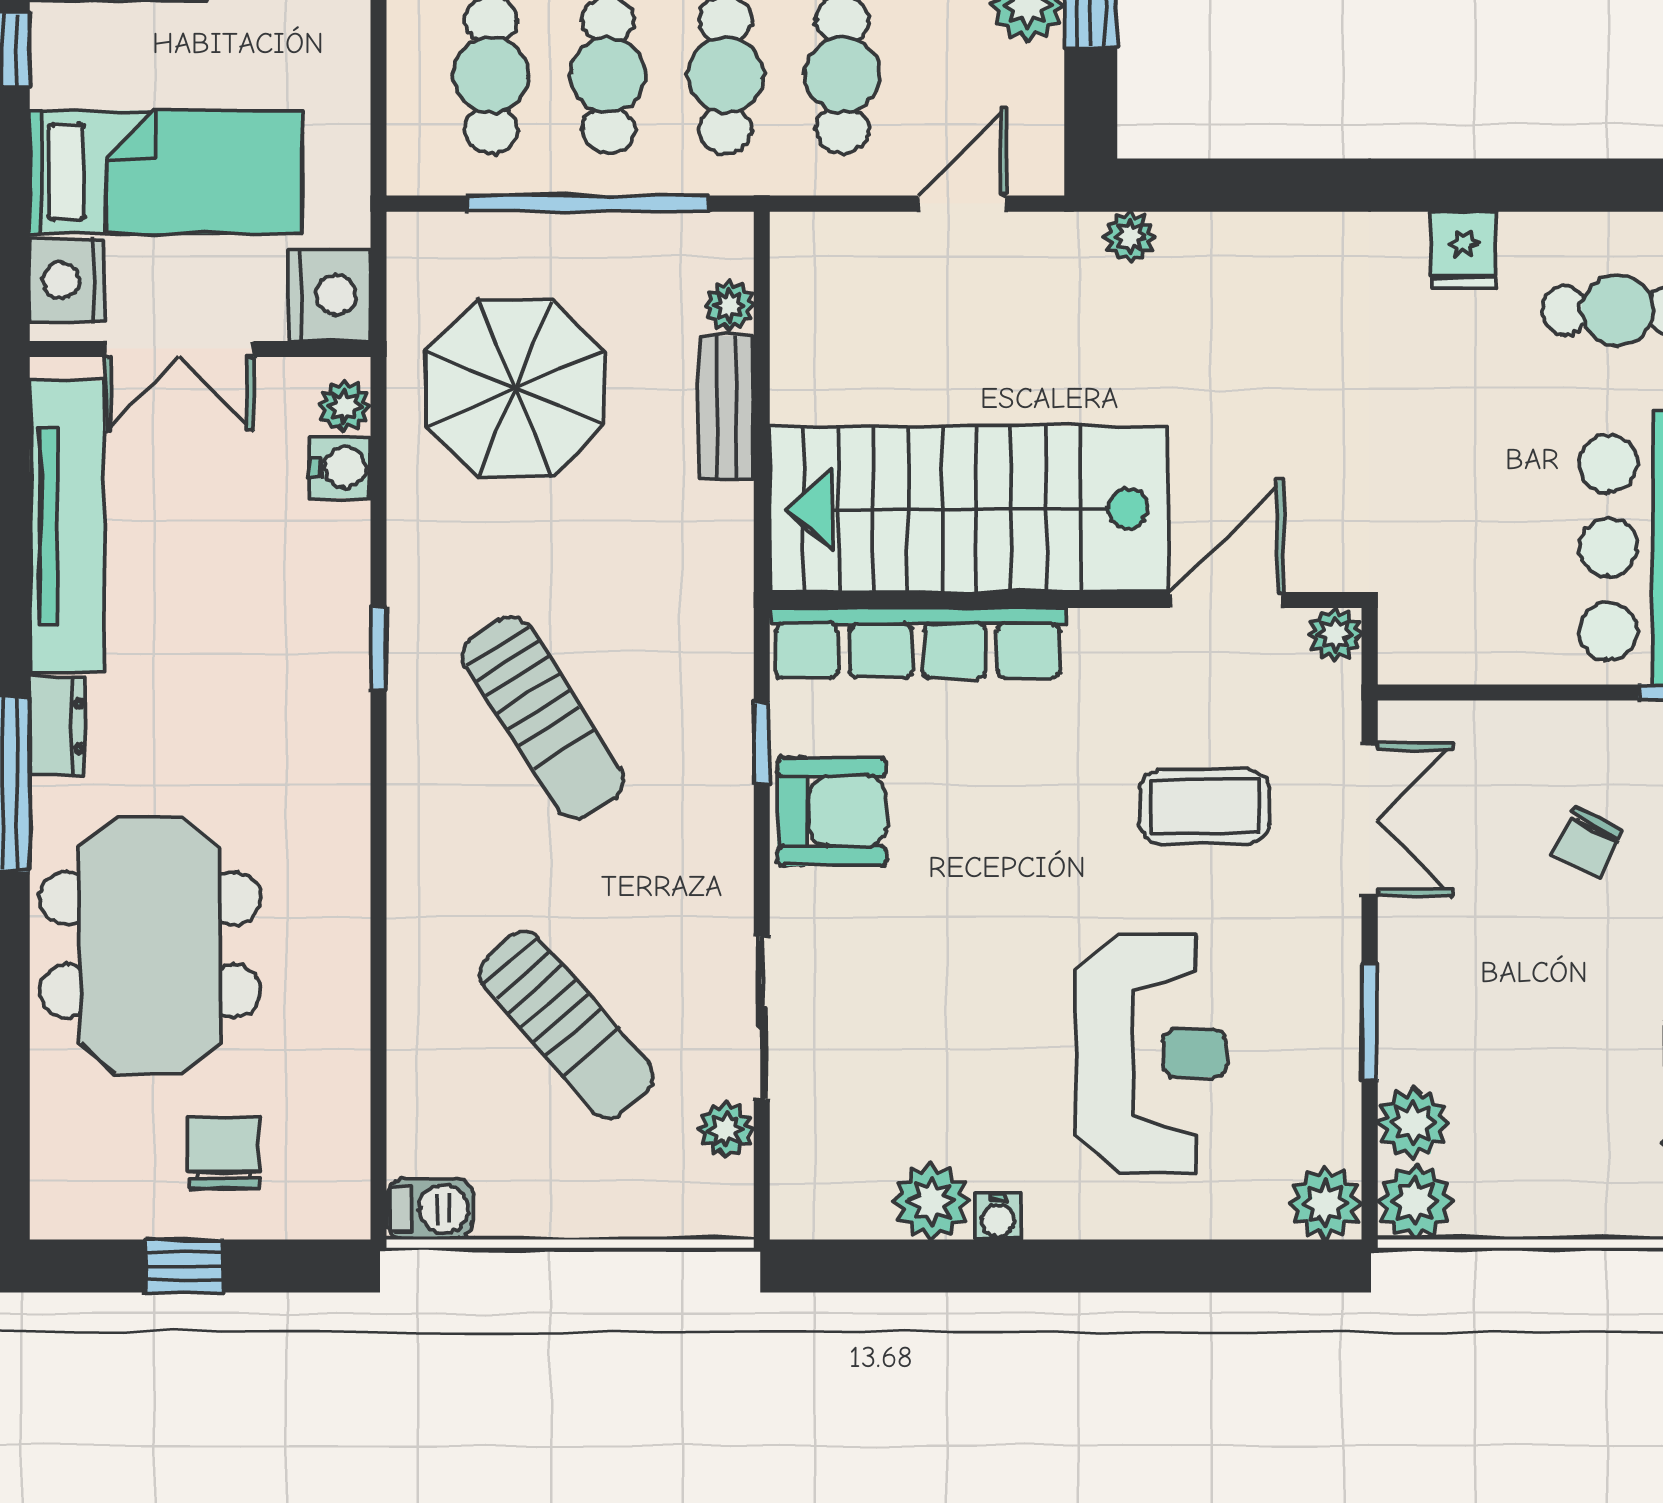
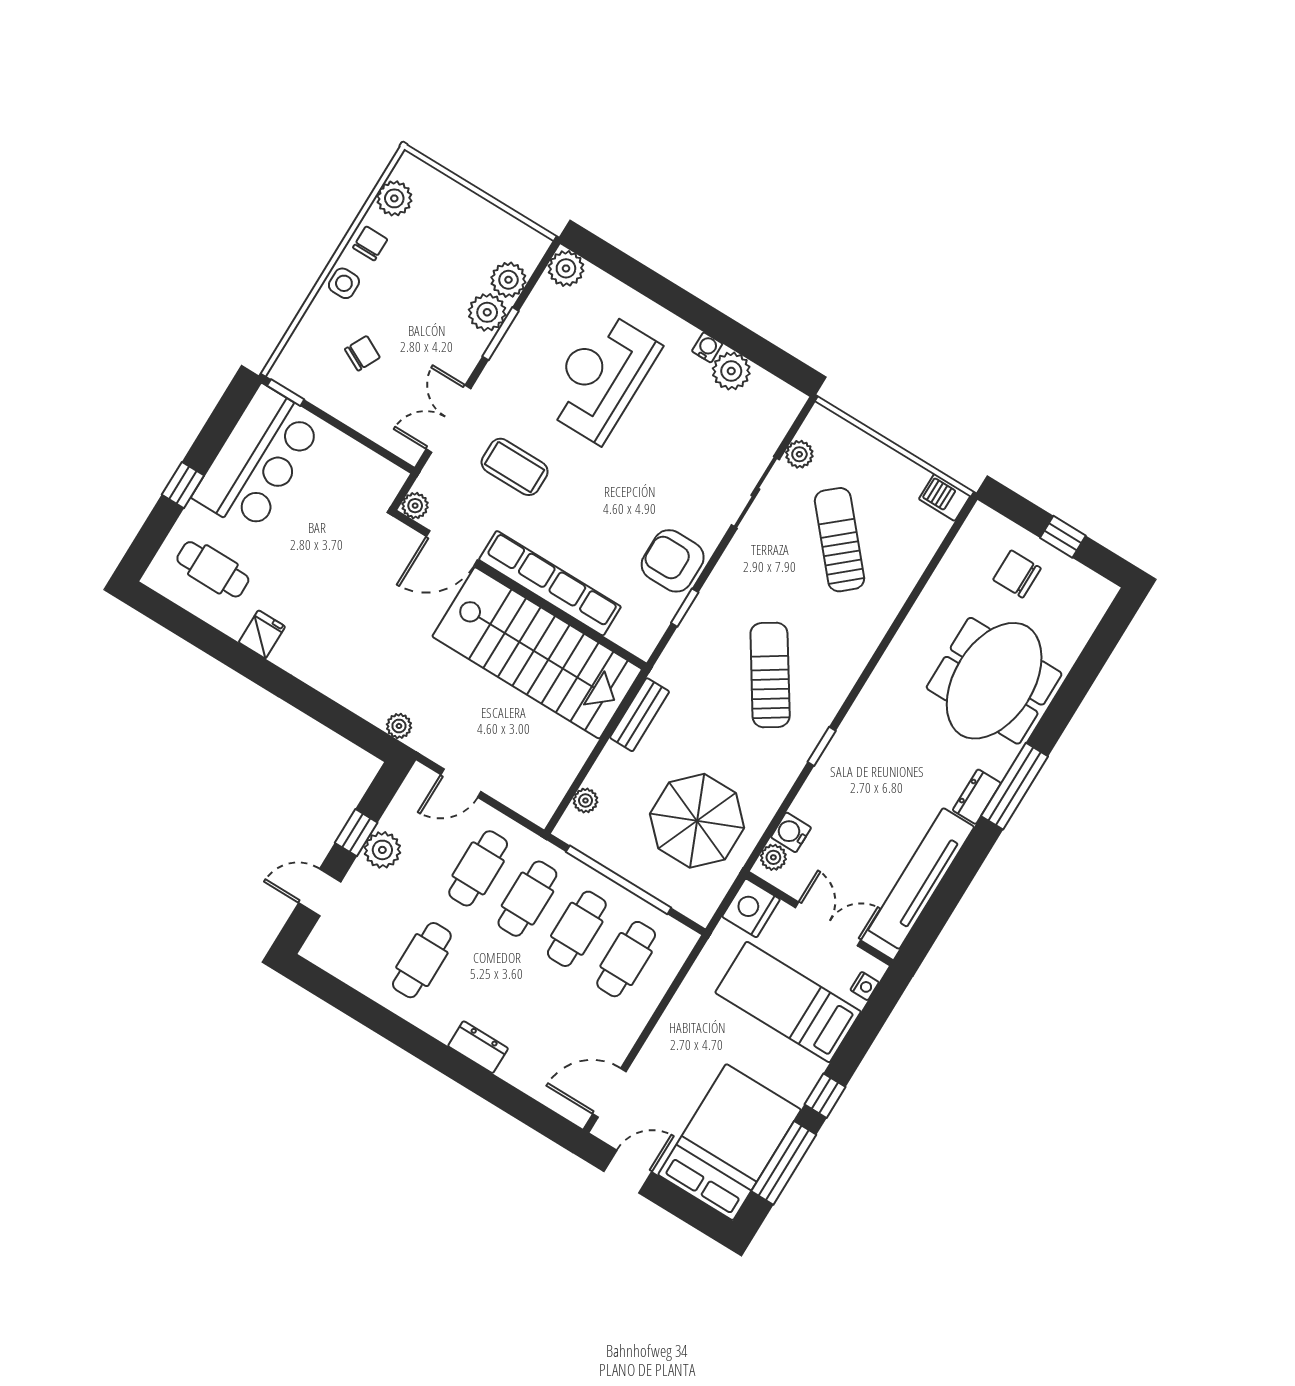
nightstand: (67, 280) -> (865, 986), width x0.53, depth x0.56
bench: (726, 407) -> (640, 715), moved
row of seats: (918, 643) -> (550, 583), moved
chair: (224, 1153) -> (1017, 574), turned 90
plant: (1415, 1202) -> (487, 312), moved

